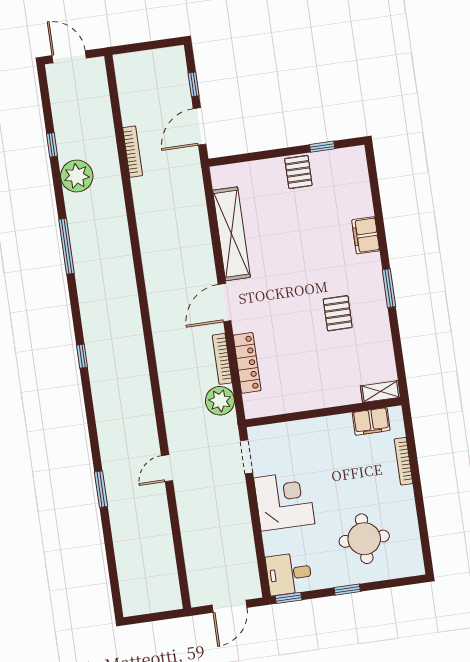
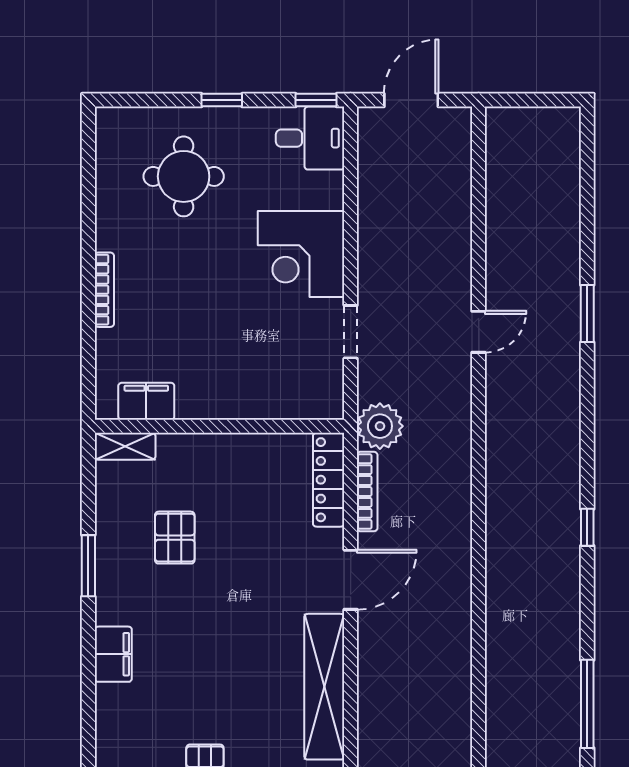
shelving: (380, 392) -> (125, 446), moved
wall: (323, 412) -> (219, 426), moved
filing cabinet: (371, 421) -> (146, 401), moved

